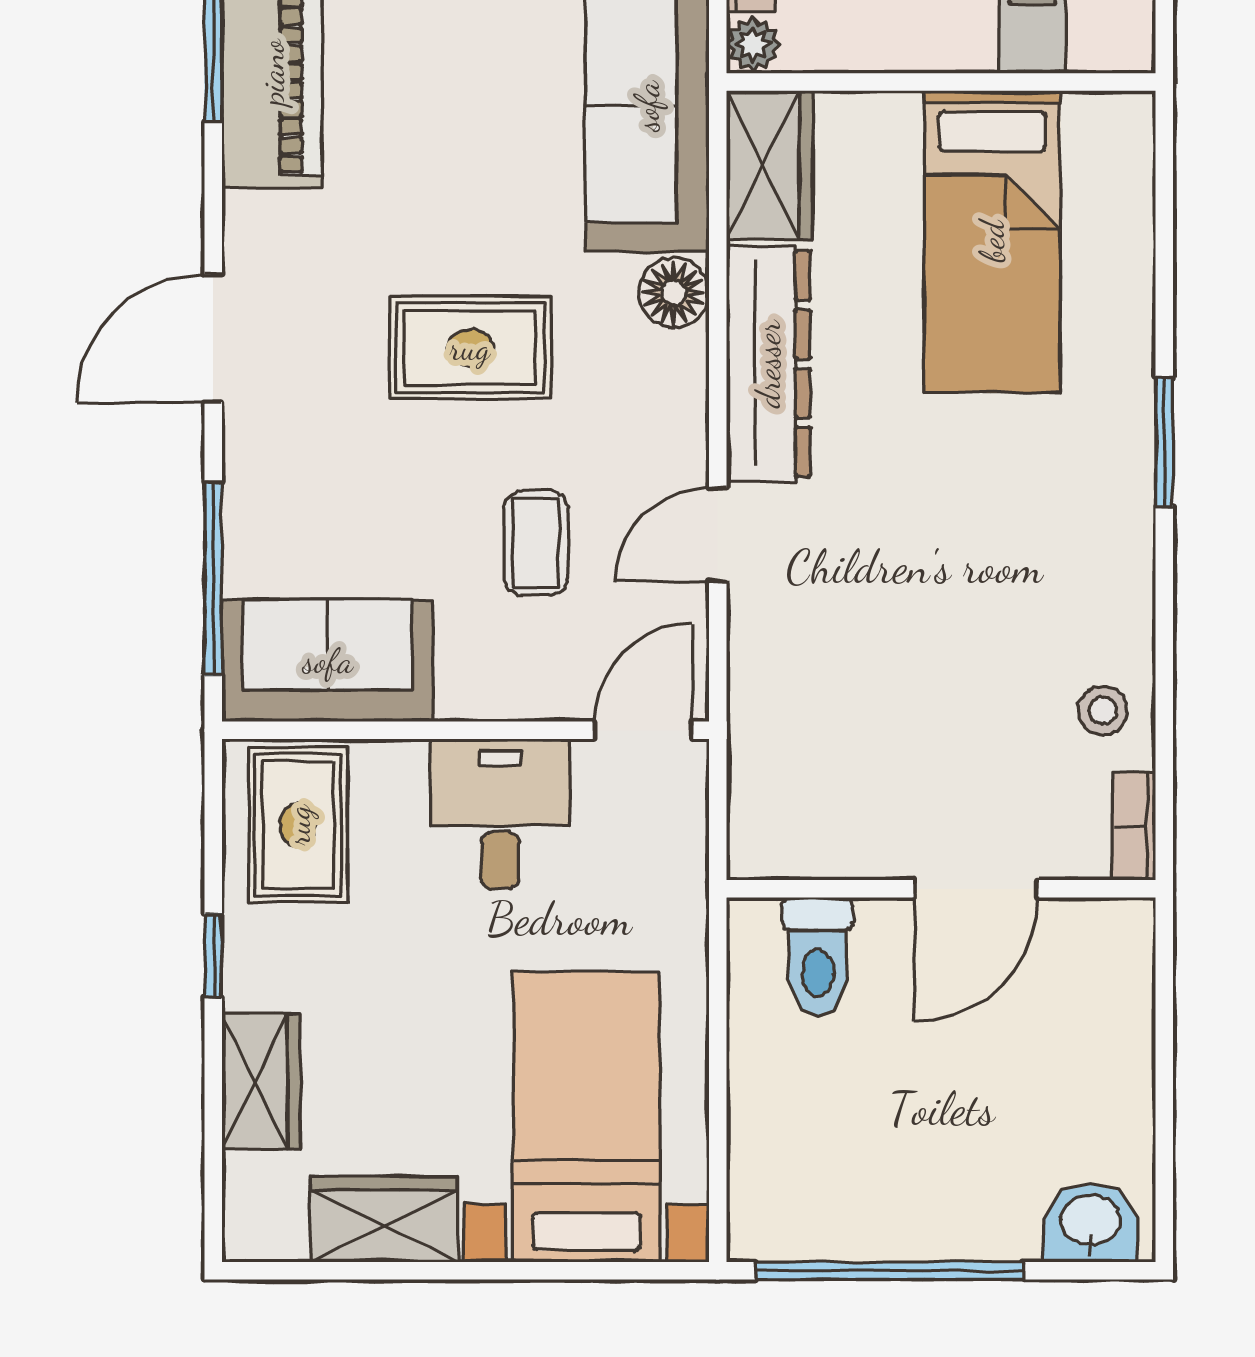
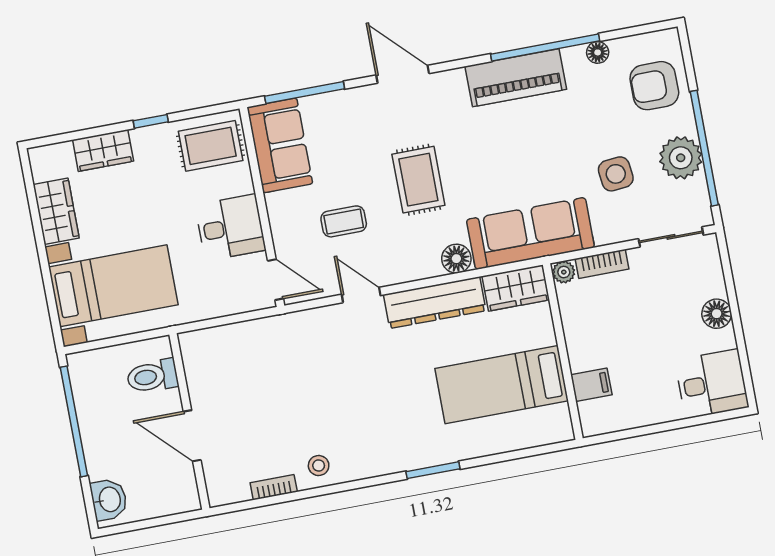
wall: (941, 889) -> (189, 421), moved
door: (976, 889) -> (192, 436), moved
toilet: (818, 957) -> (152, 376), moved

